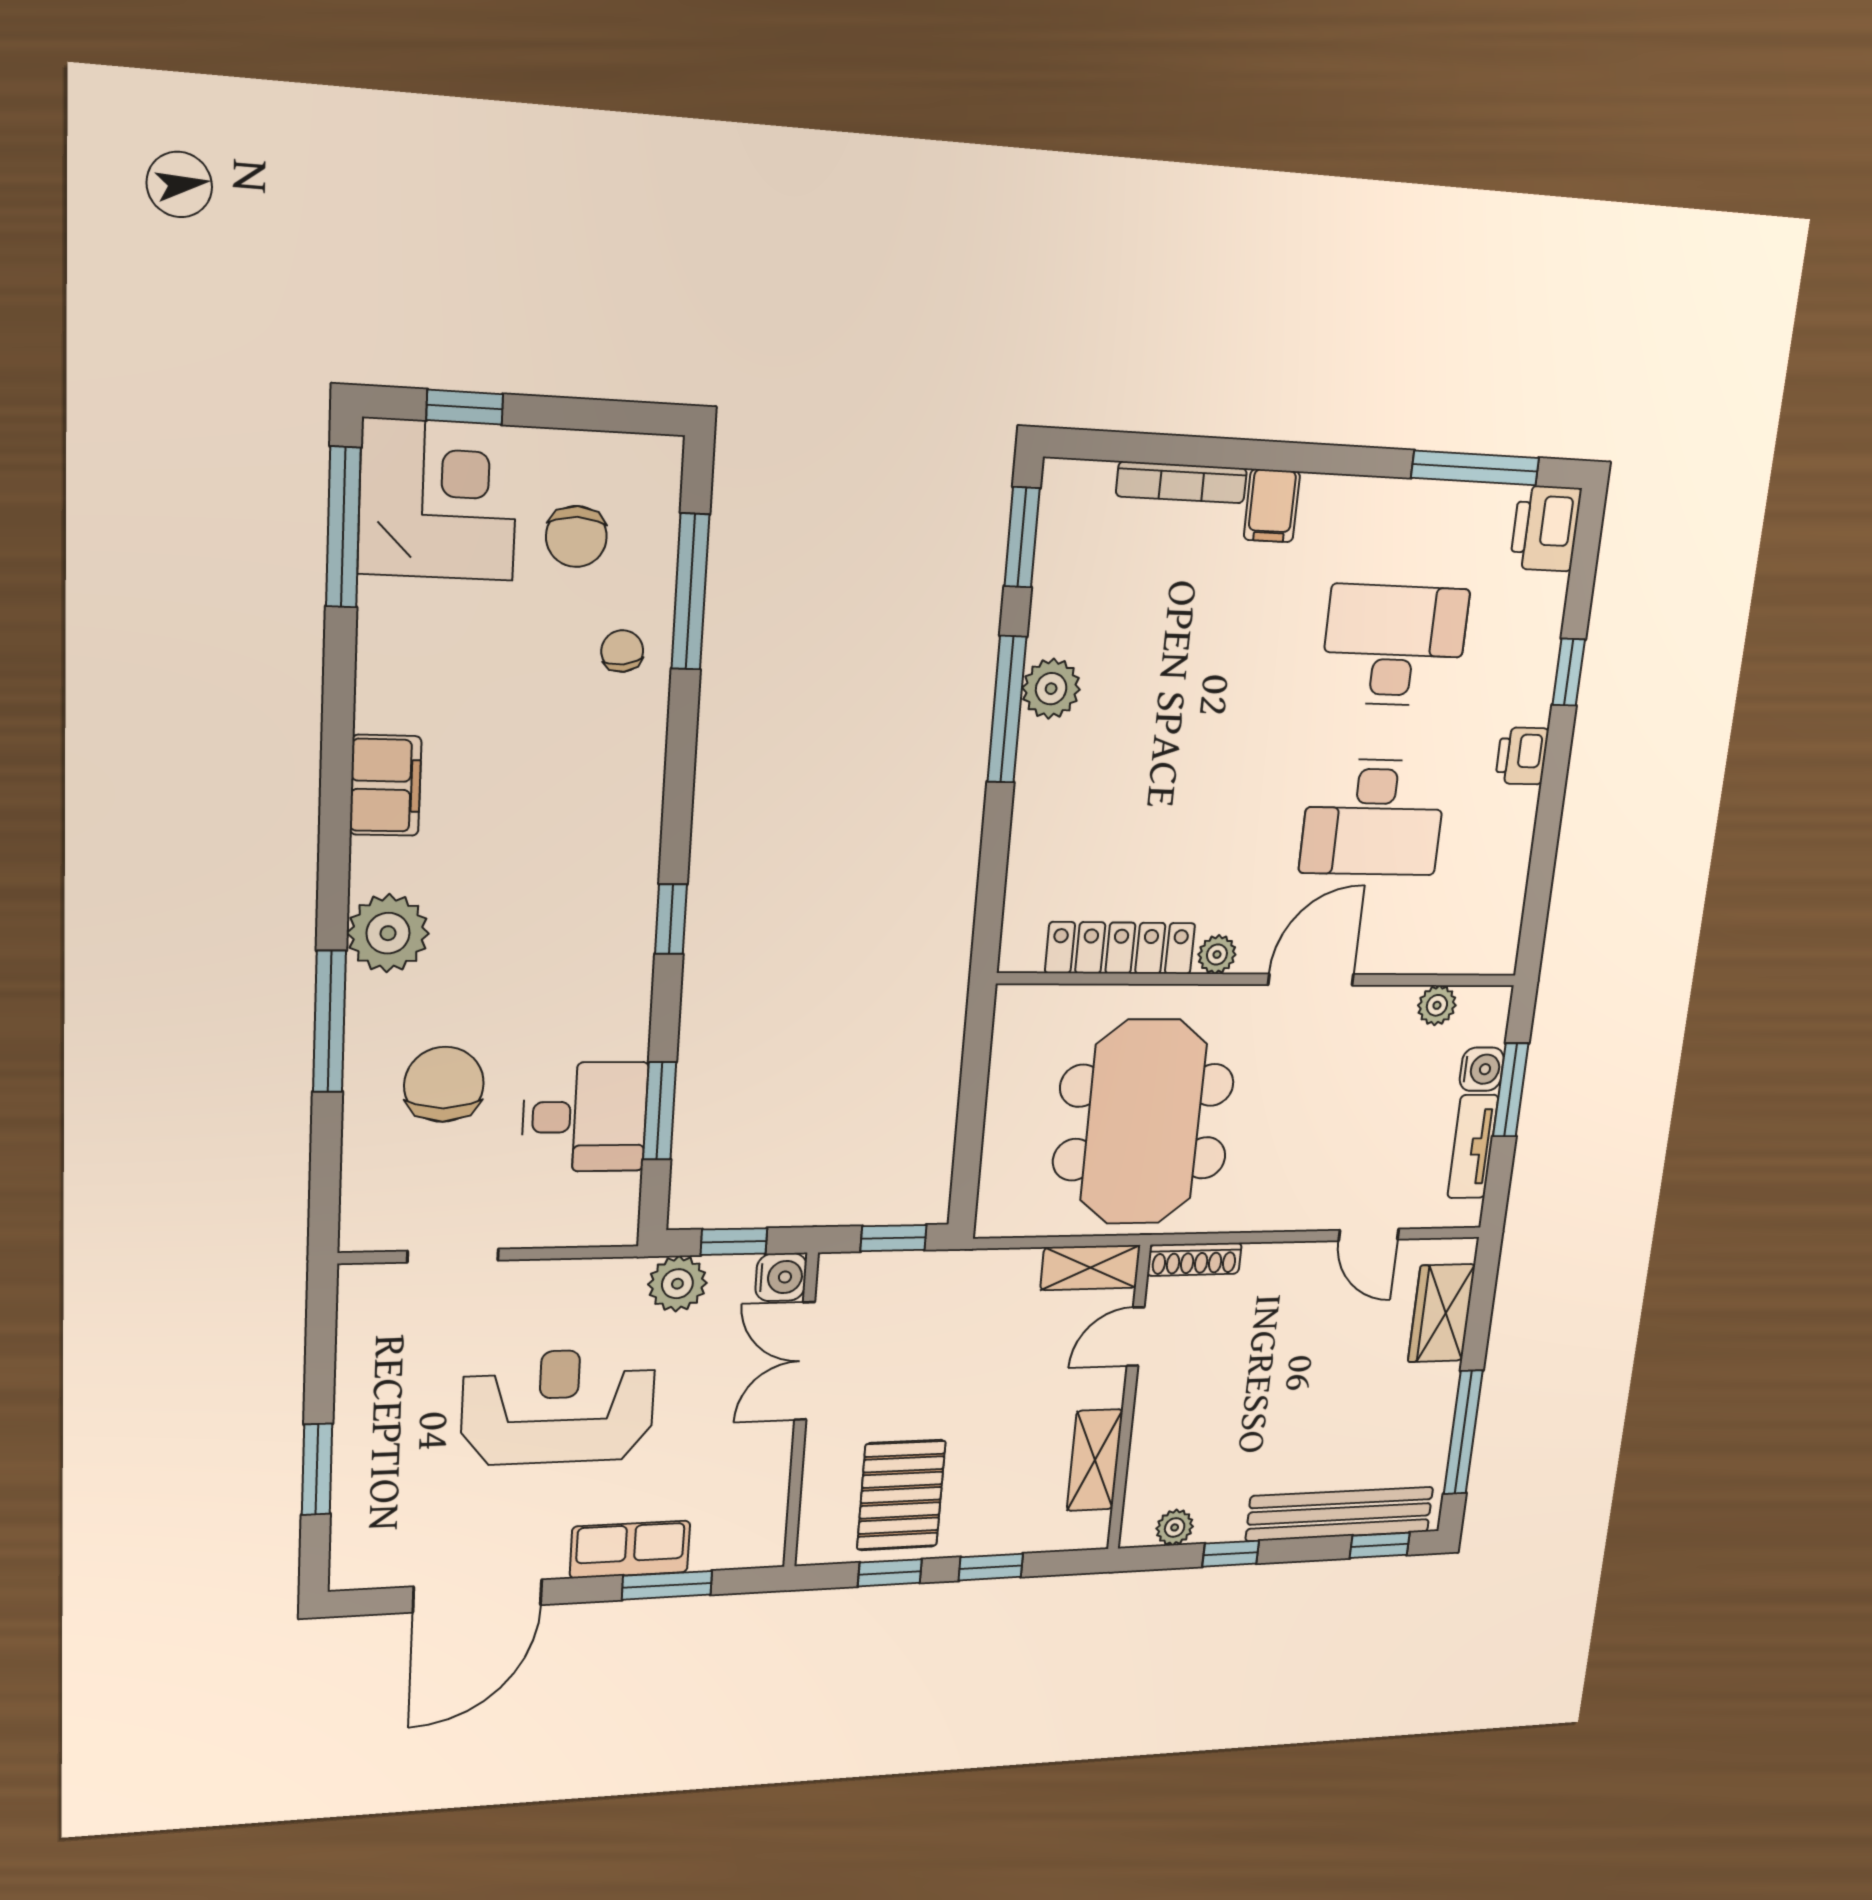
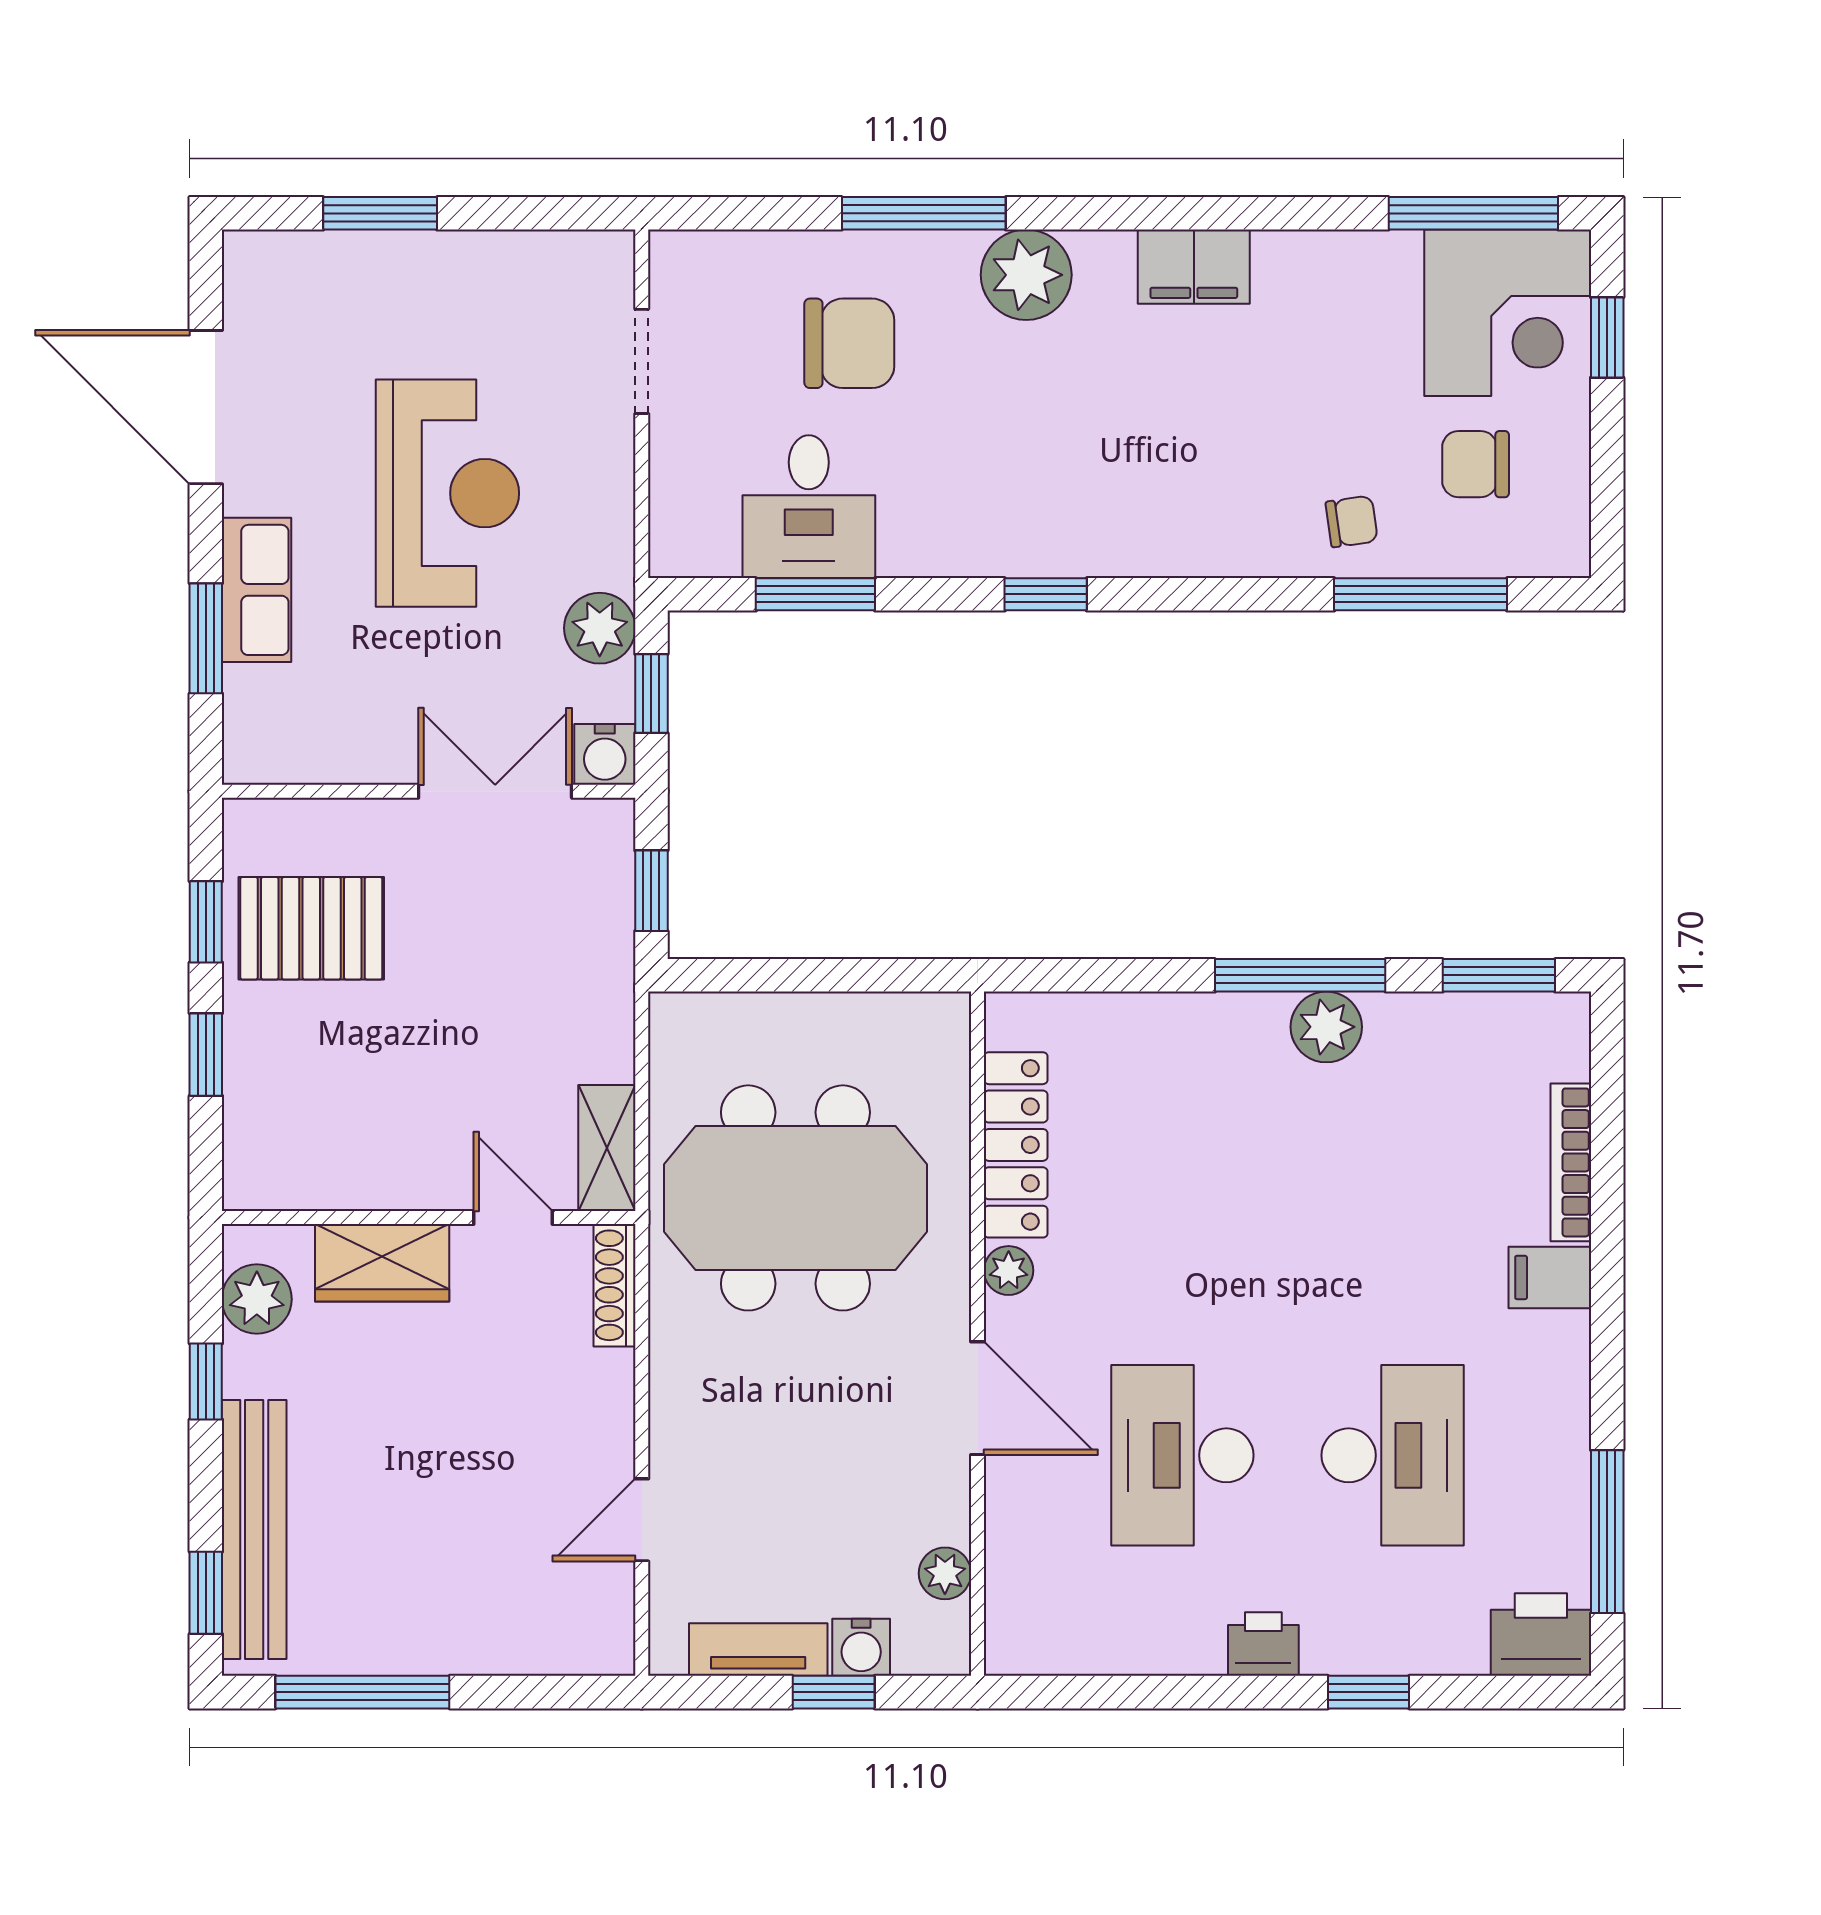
window: (1511, 1090) -> (834, 1692), width x0.67
wardrobe: (1442, 1313) -> (382, 1263), moved, turned 180
shelving: (1095, 1460) -> (347, 1180), removed
plant: (1175, 1527) -> (257, 1299), width x1.38, depth x1.38

